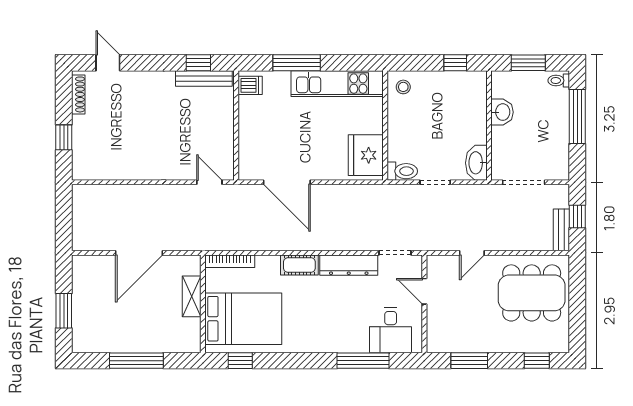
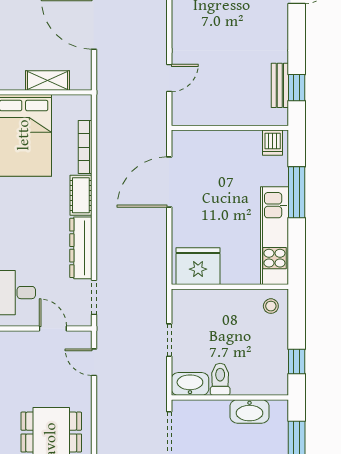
bench: (204, 79) -> (280, 85), width x0.73
washbasin: (502, 112) -> (249, 411), width x1.38
toilet: (402, 171) -> (220, 379), moved, turned 180
door: (209, 182) -> (169, 78), moved
door: (472, 253) -> (94, 362), moved
bookcase: (230, 261) -> (85, 147), moved
door: (424, 291) -> (53, 328), hinge flipped

